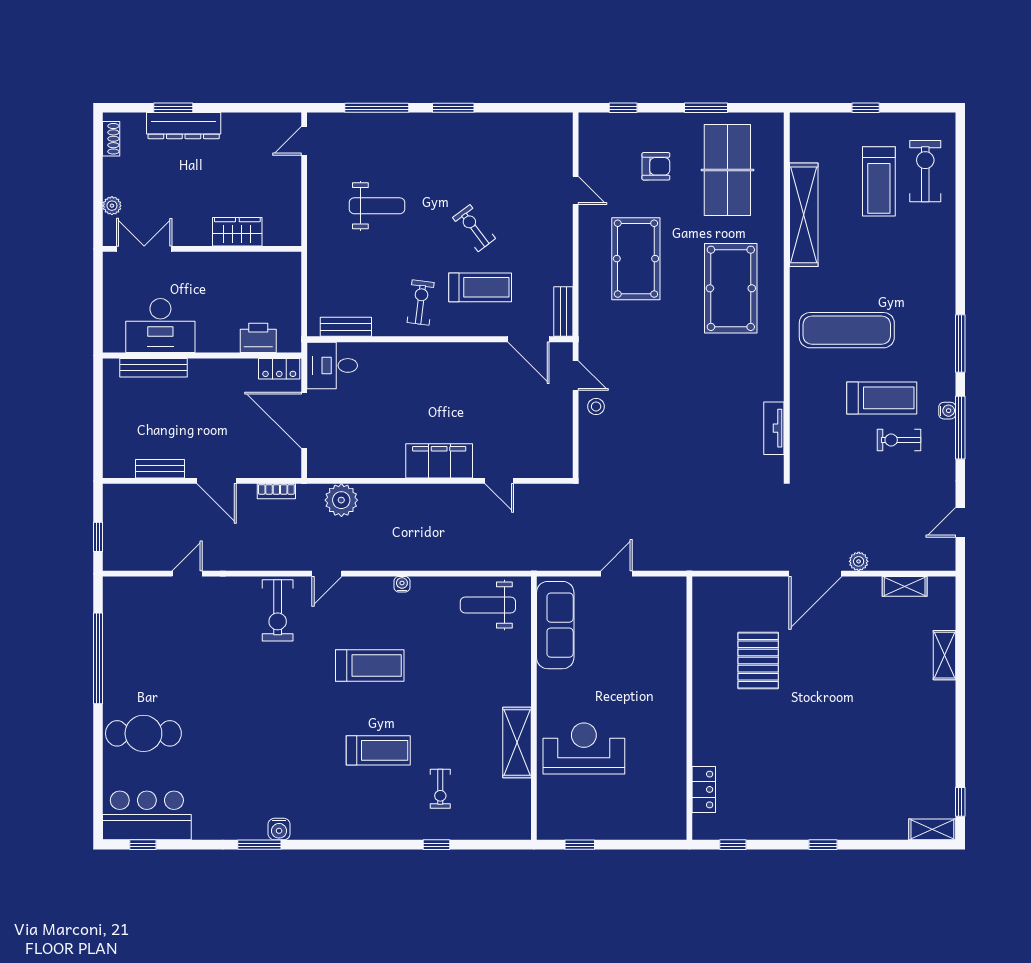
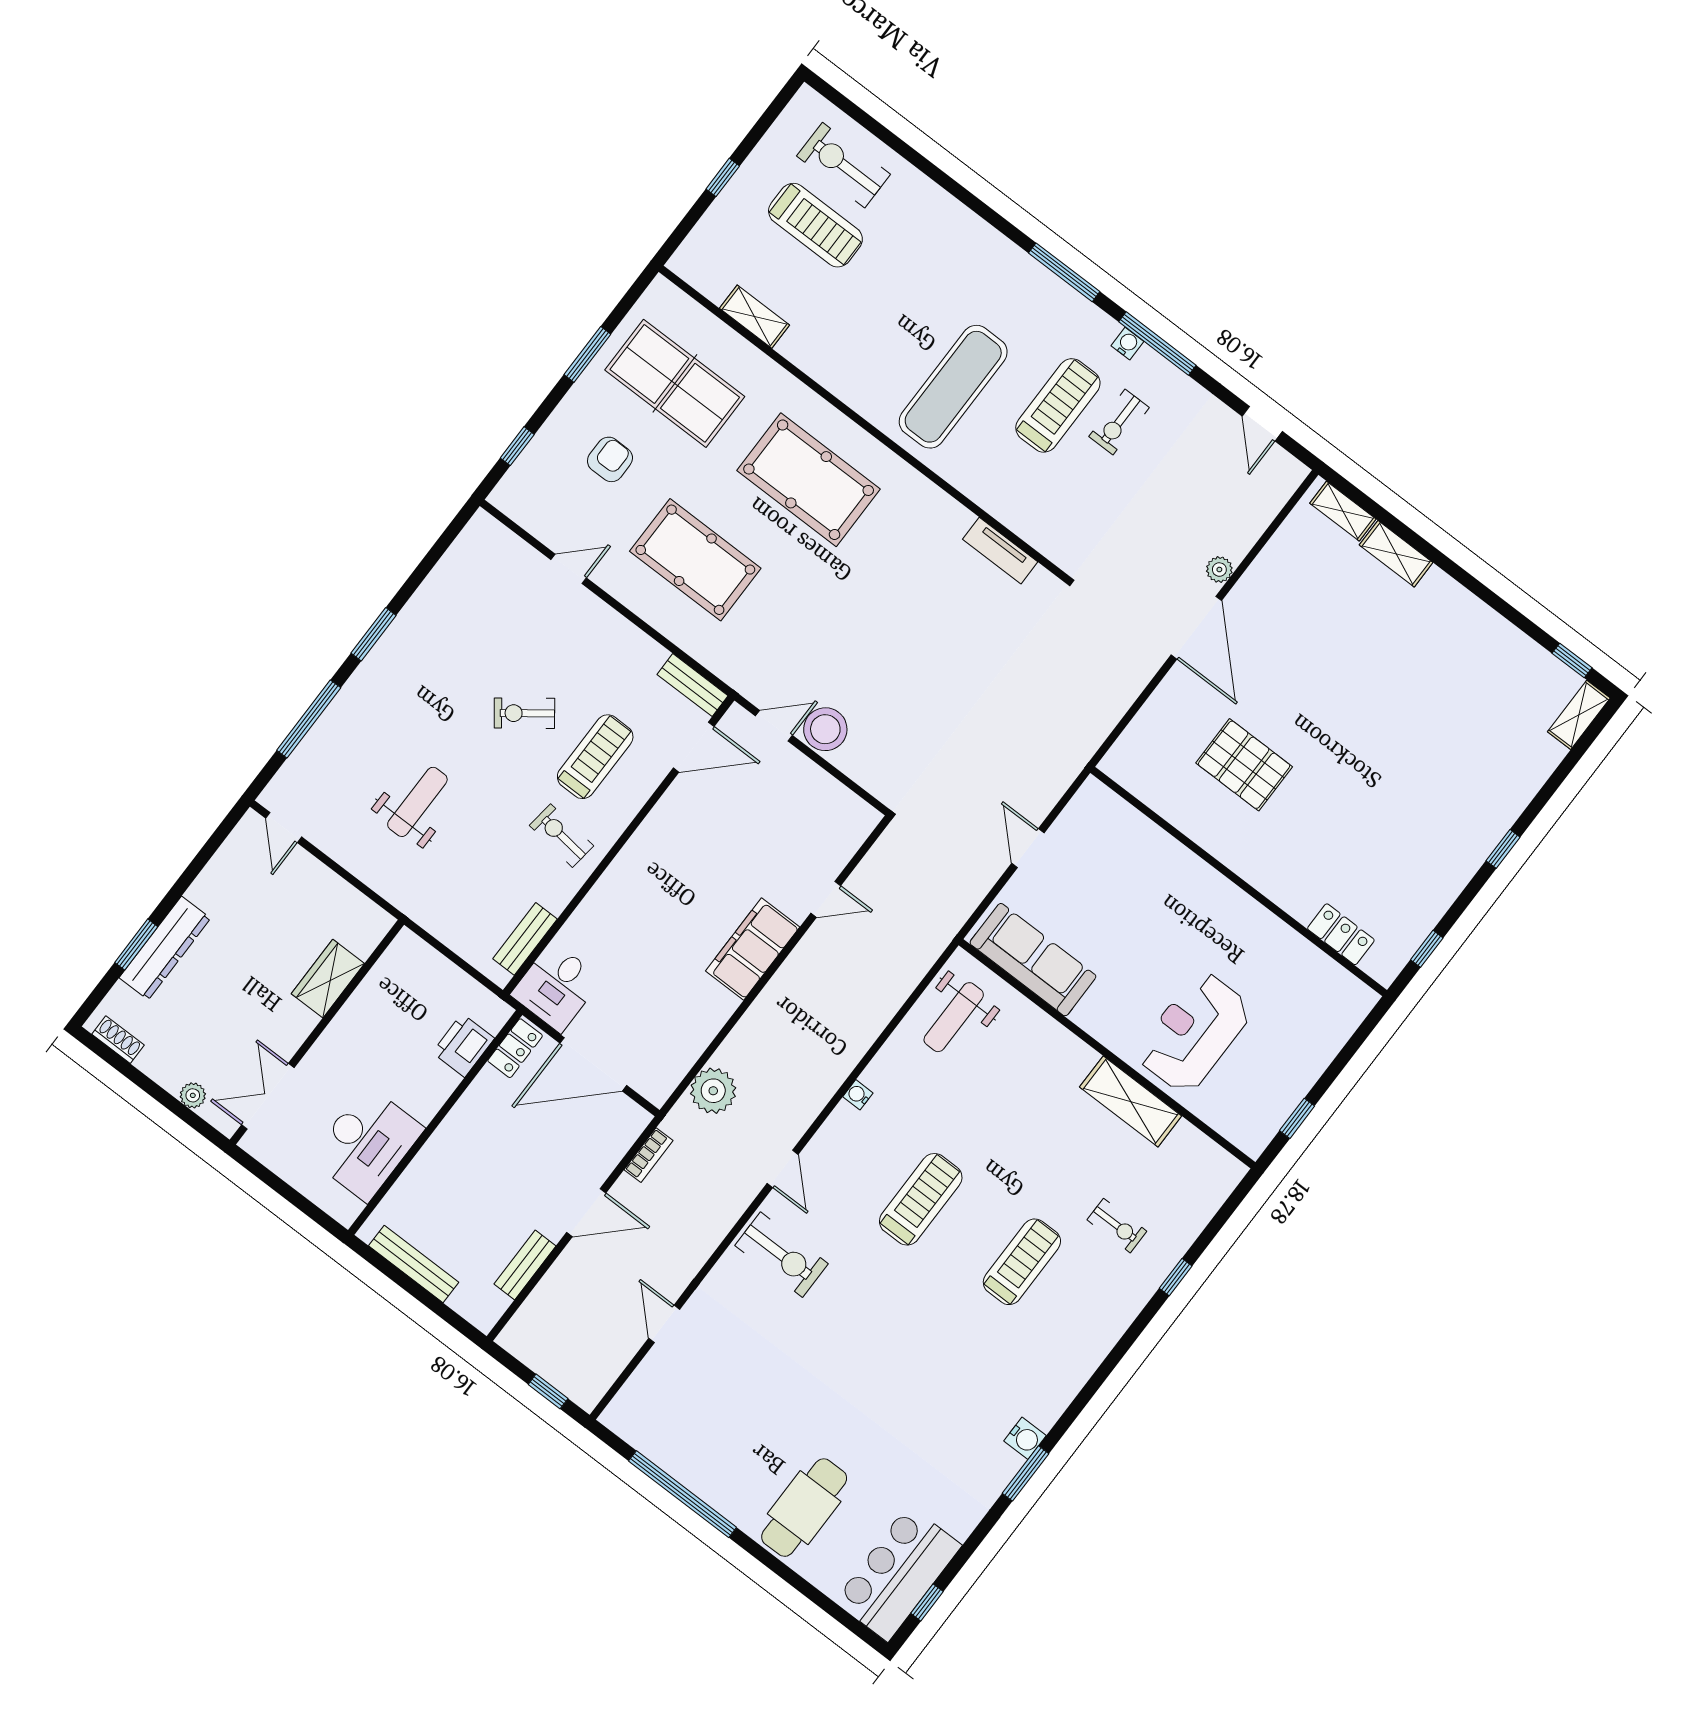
shelving: (804, 215) -> (754, 317), width x0.45, depth x0.75
bench: (154, 368) -> (414, 1264), moved, turned 90
stool: (596, 406) -> (825, 729), width x1.89, depth x1.89
shelving: (905, 586) -> (1343, 511), moved, turned 90

